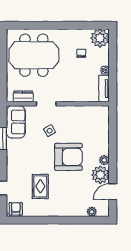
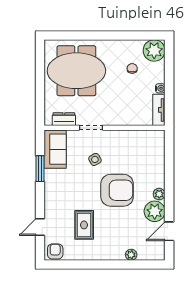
plant: (92, 212) -> (131, 255), moved

